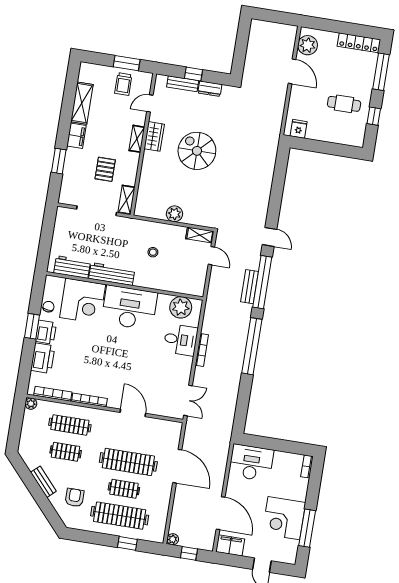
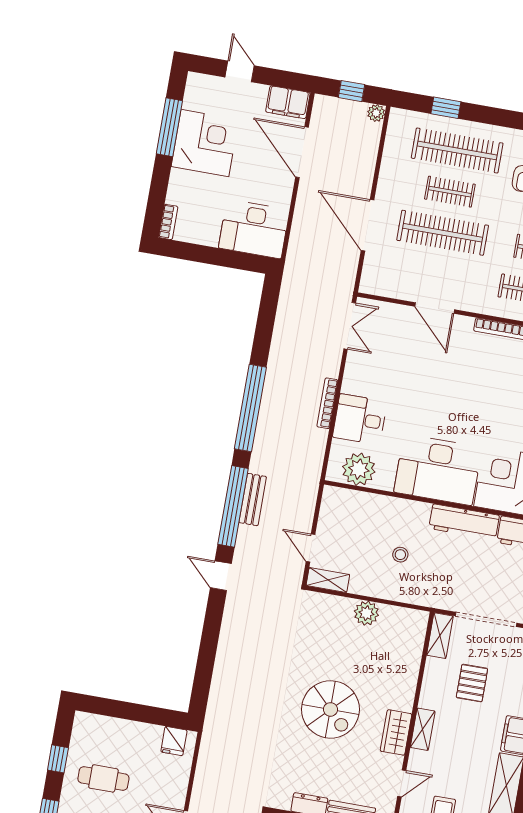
double door: (188, 401) -> (350, 326), swing flipped

